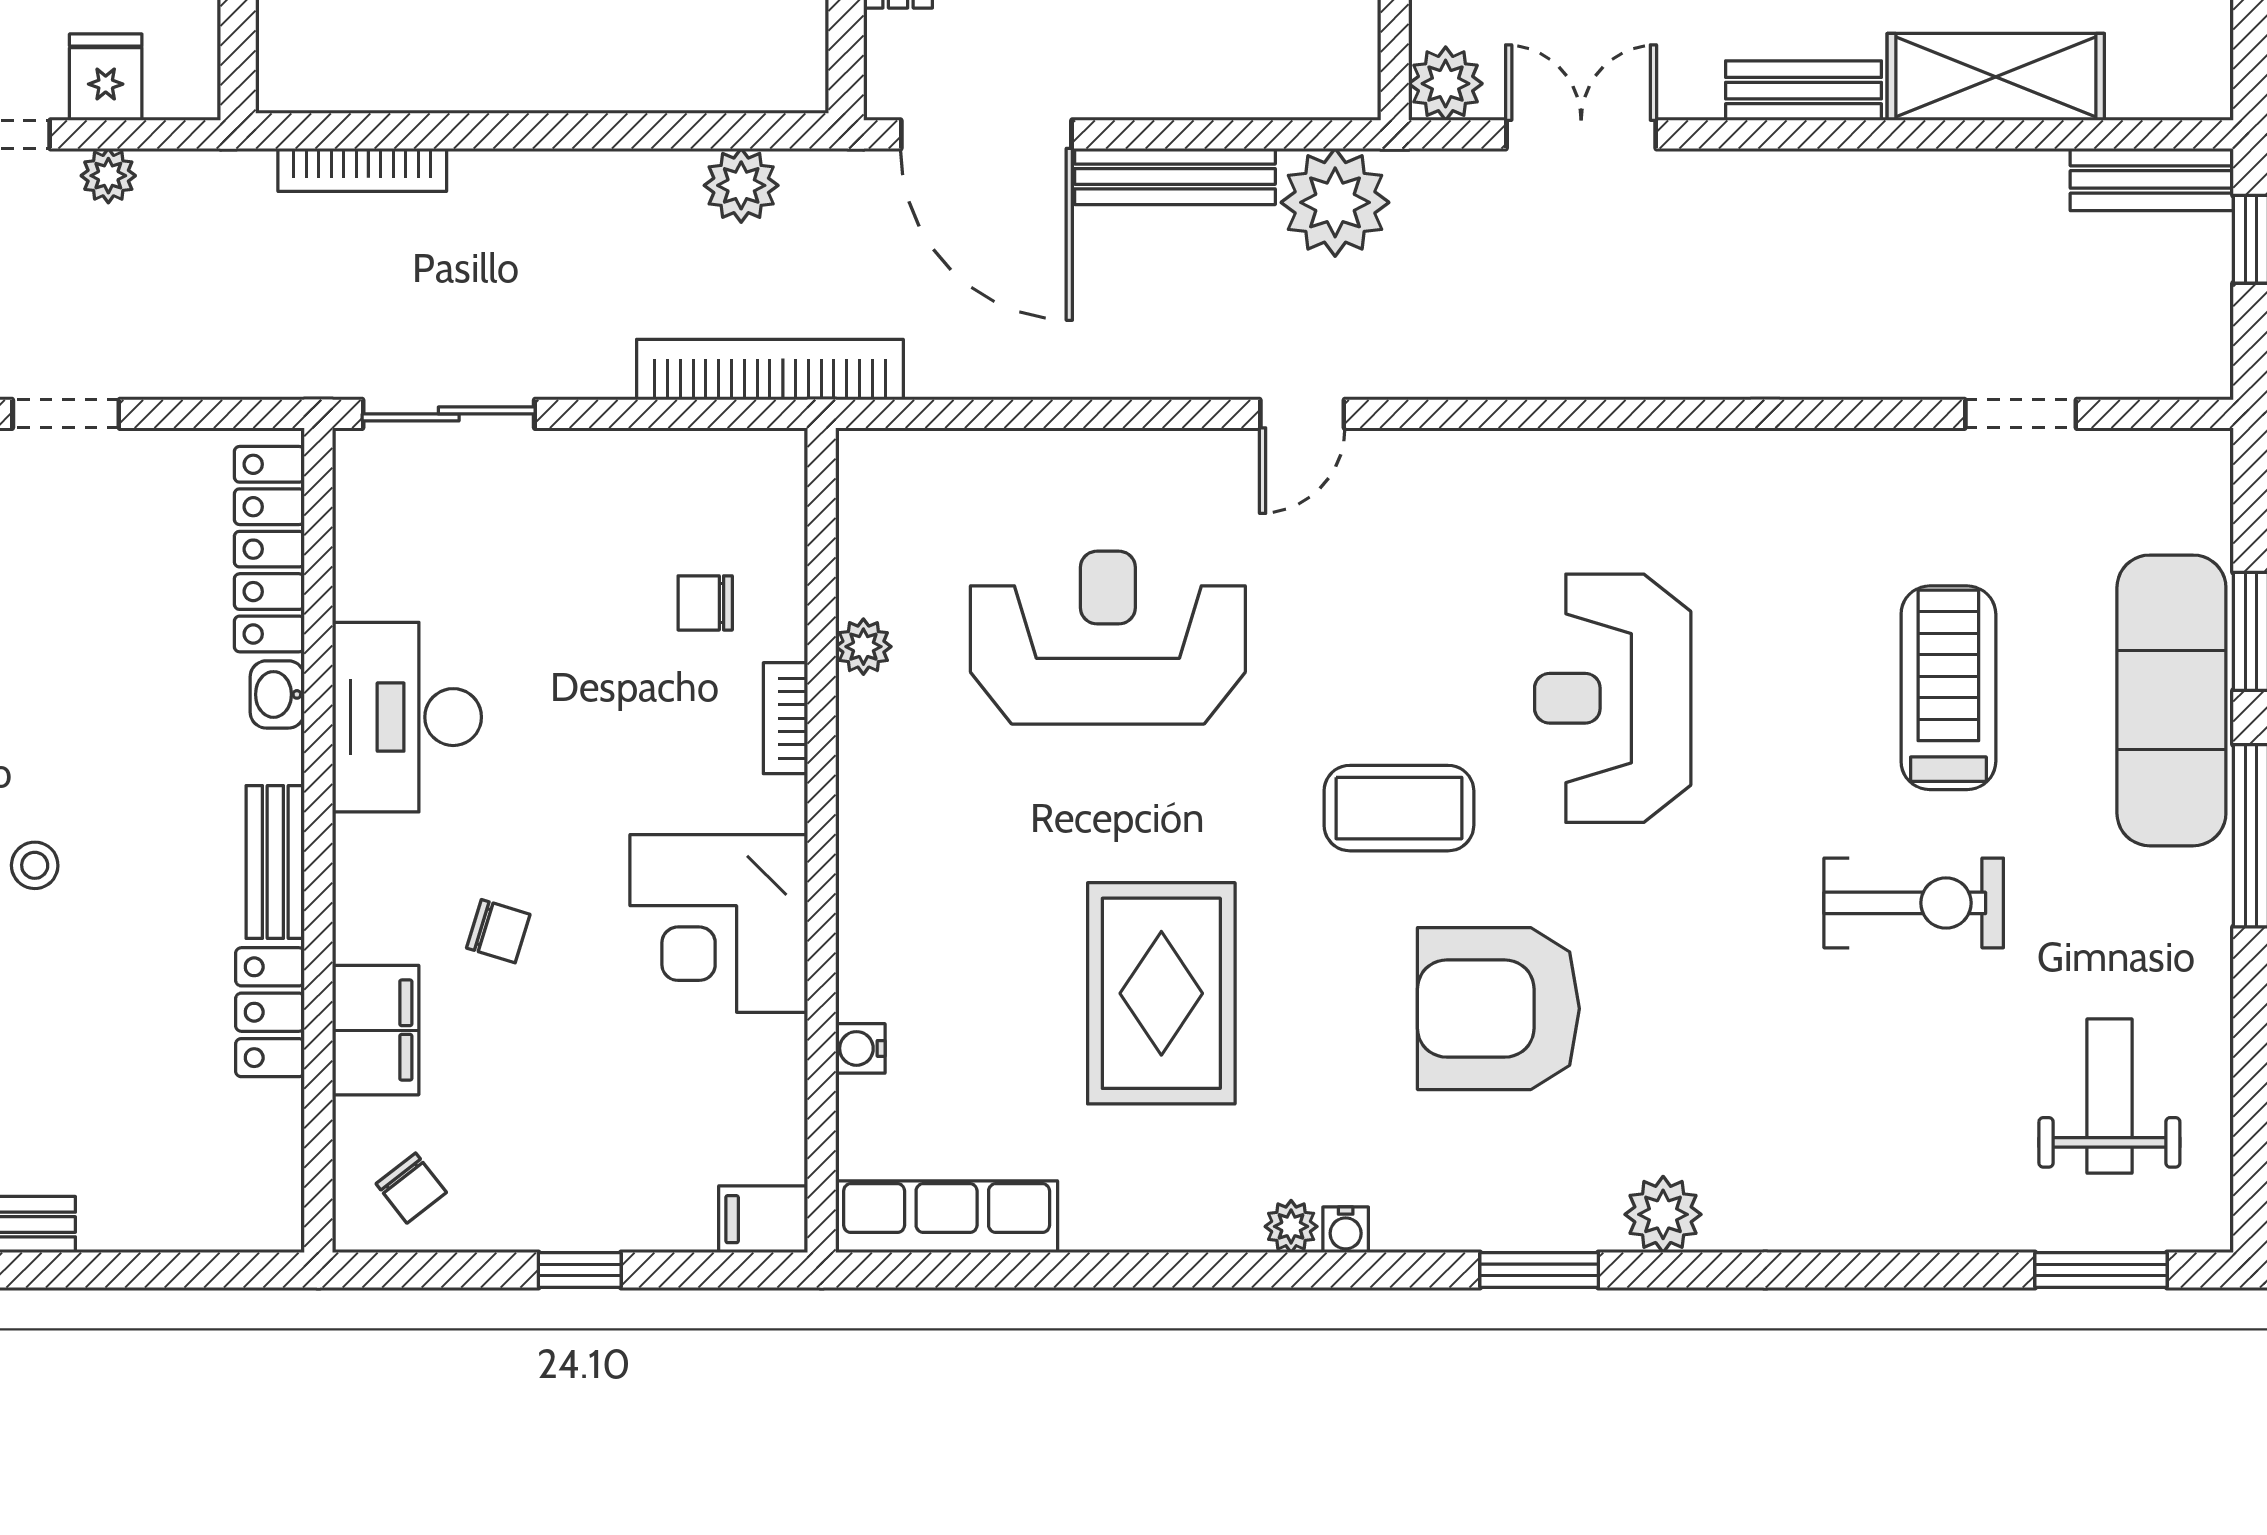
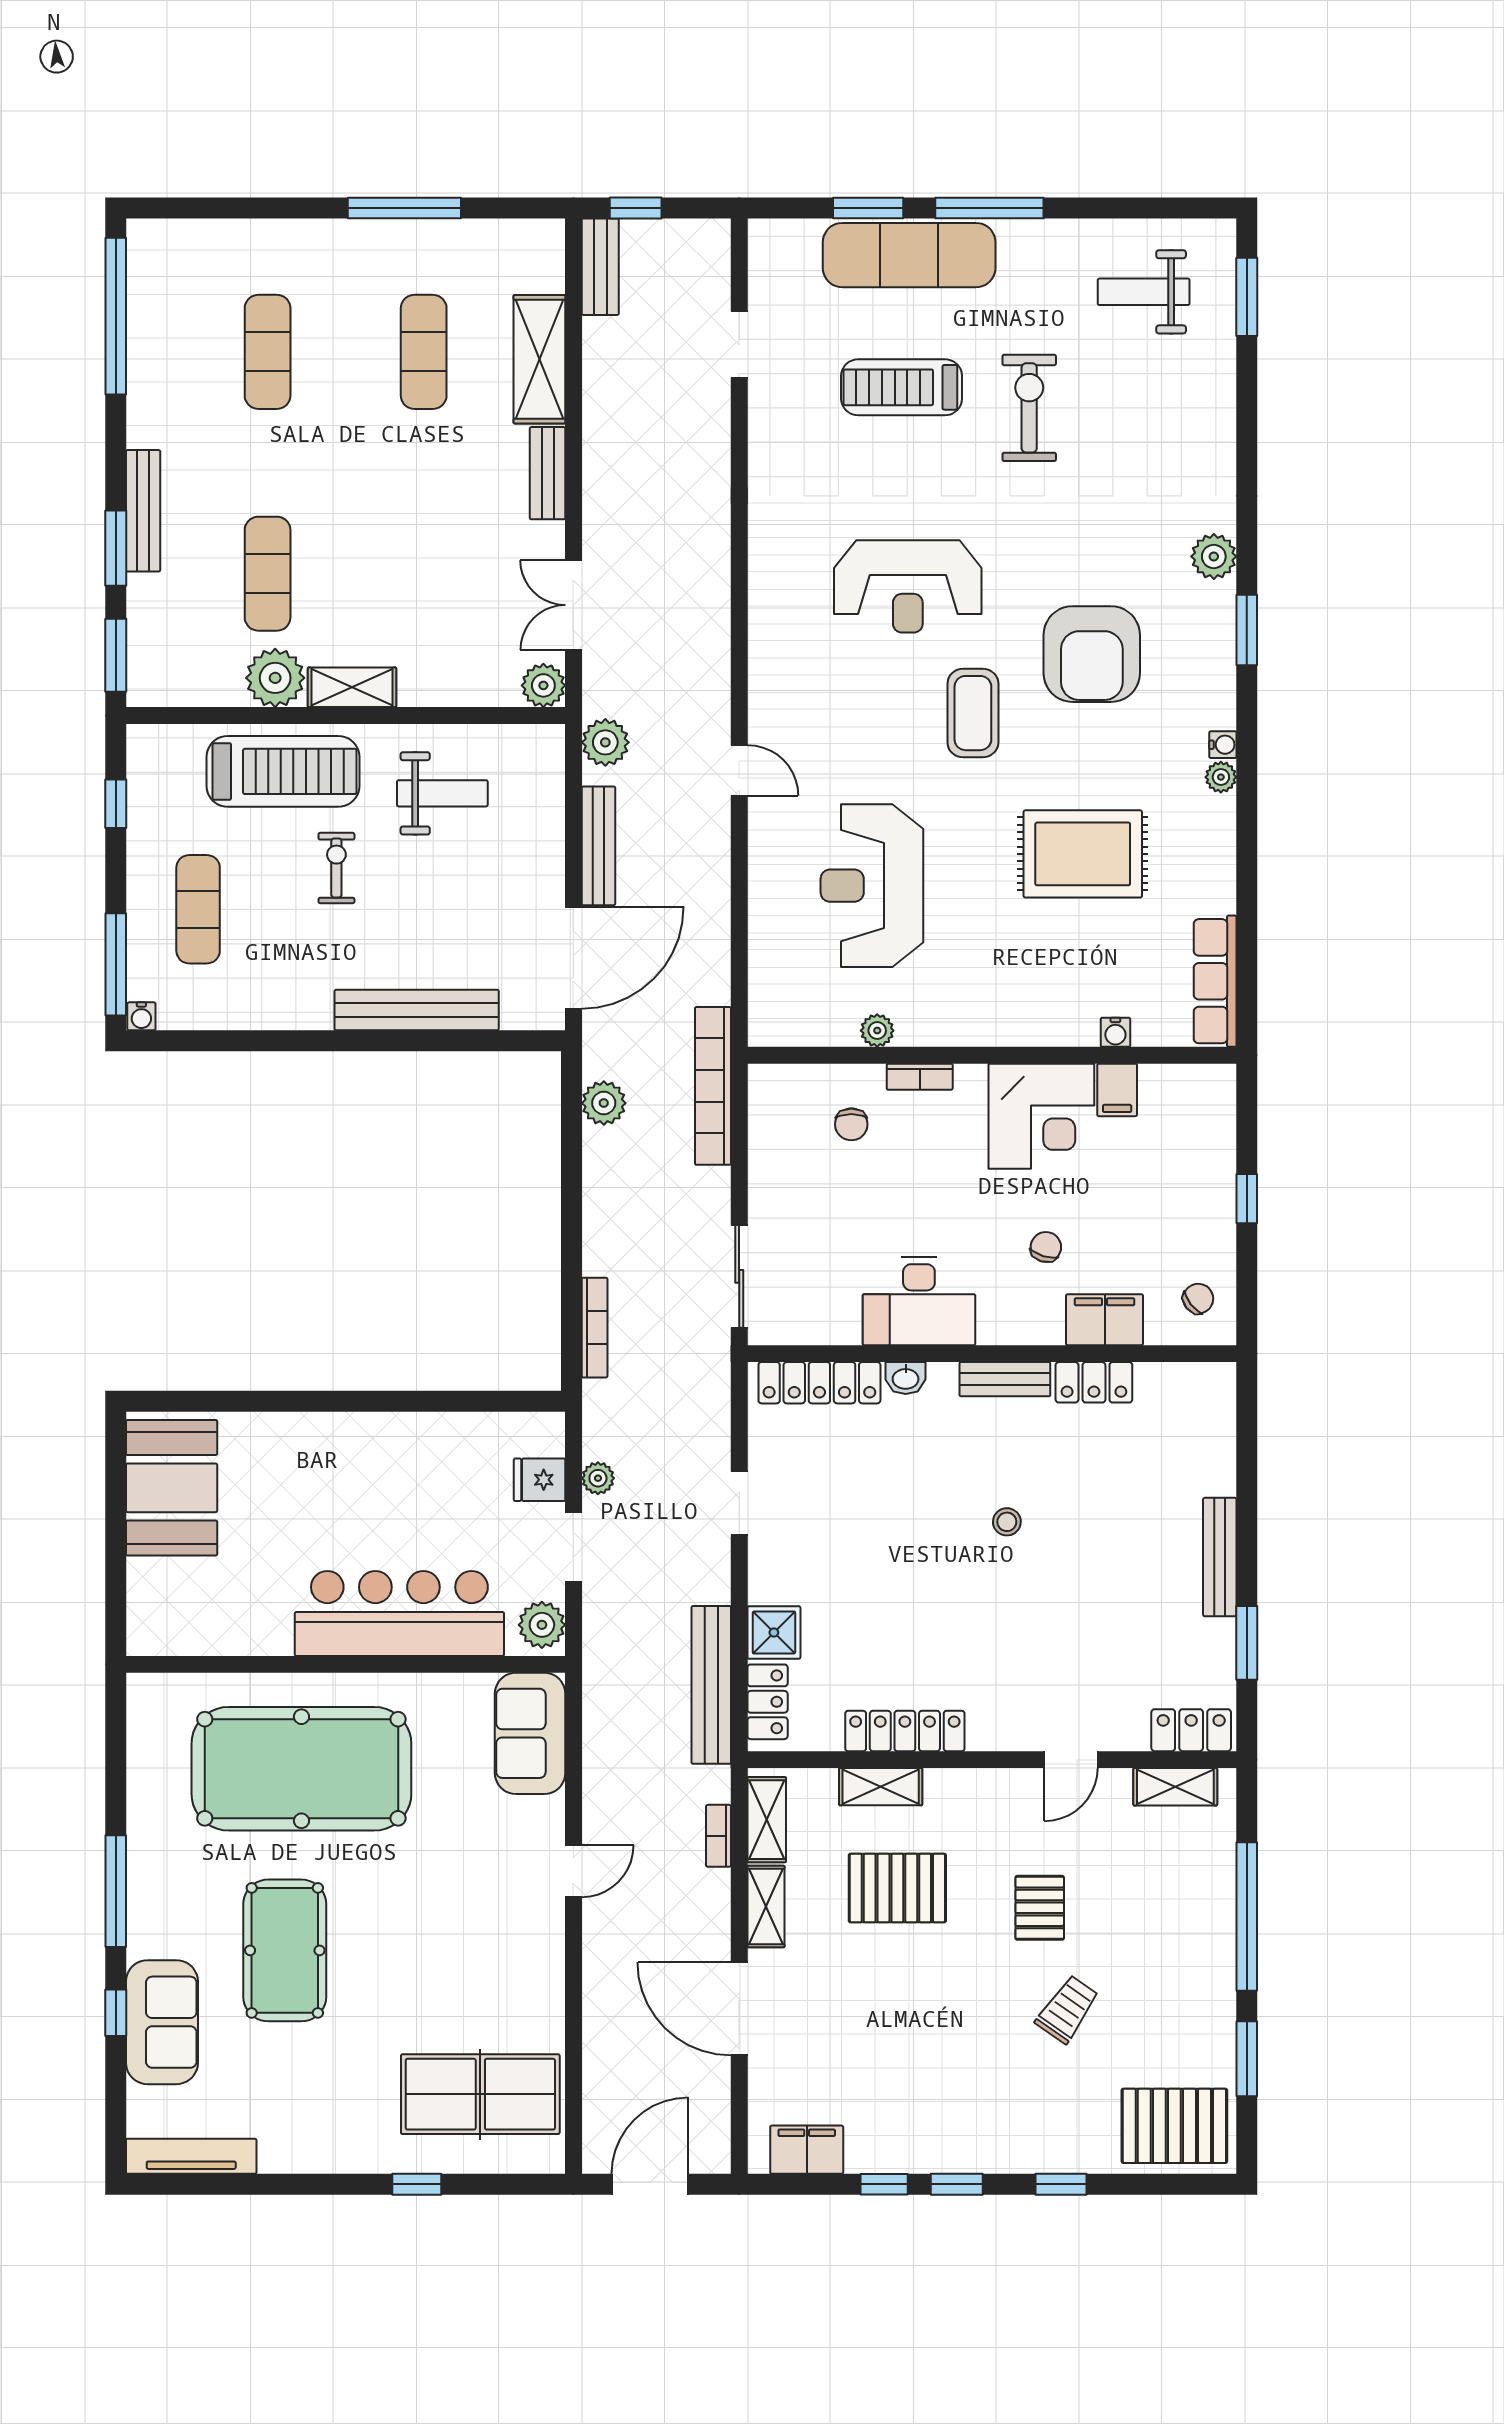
plant: (1335, 202) -> (605, 742), width x0.73, depth x0.73
filing cabinet: (763, 1219) -> (1117, 1090), moved

